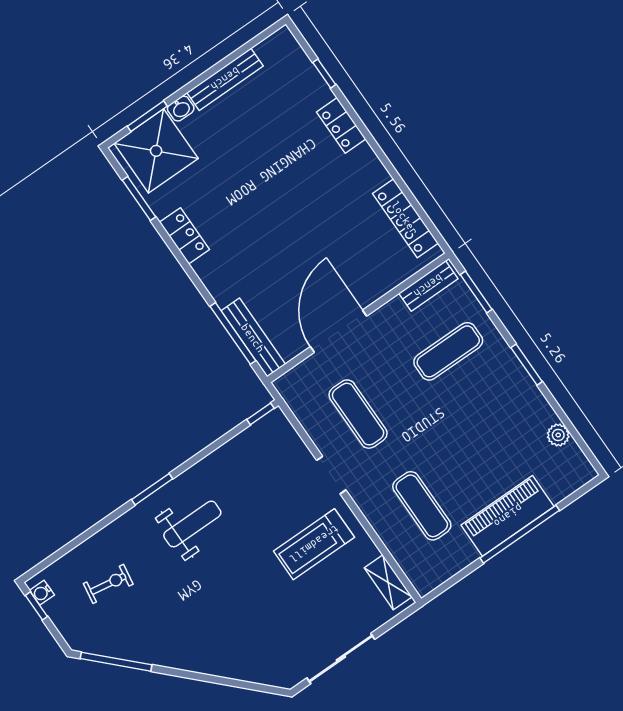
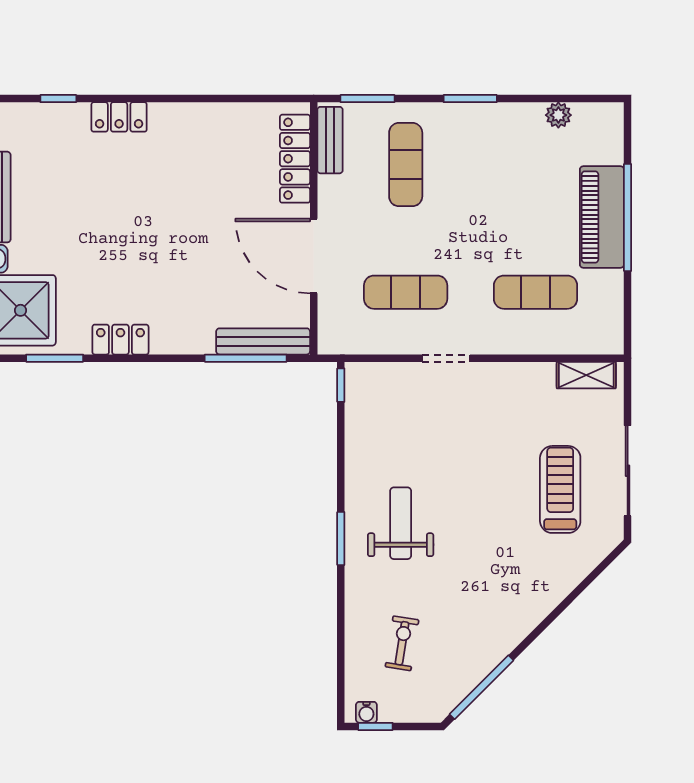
locker: (405, 218) -> (295, 159), moved, turned 90
treadmill: (314, 544) -> (560, 489), moved, turned 180

